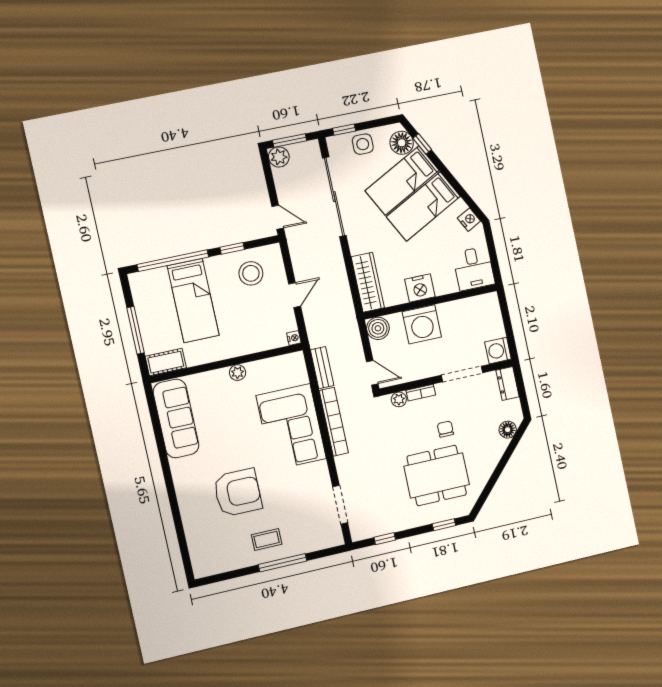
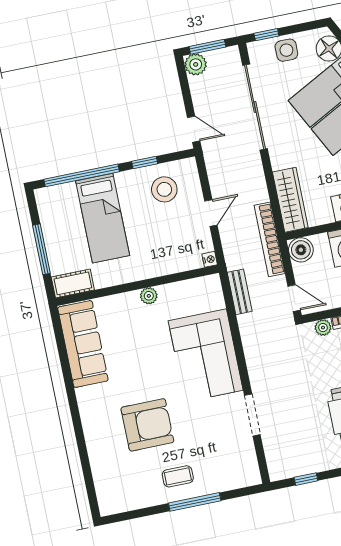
bookcase: (334, 422) -> (270, 239), moved, turned 180
doorway: (340, 505) -> (252, 415), moved

